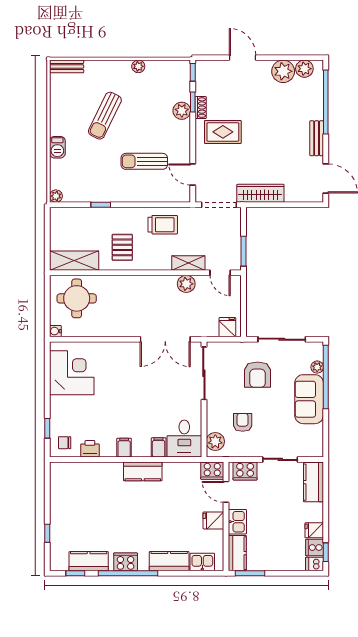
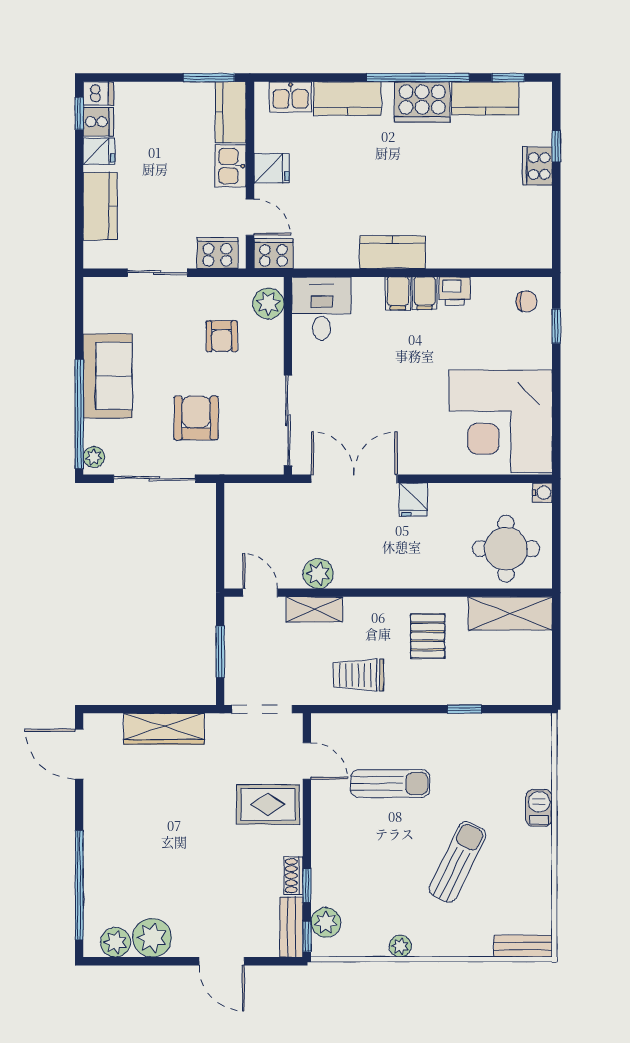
plant: (182, 111) -> (326, 922), moved
rug: (223, 132) -> (268, 804), moved
bench: (317, 138) -> (291, 927), moved
wardrobe: (260, 193) -> (164, 729), moved
plant: (56, 196) -> (541, 724), removed
window: (243, 251) -> (220, 652), moved
fridge: (227, 327) -> (413, 499), moved
plant: (317, 367) -> (94, 457), moved
corner desk: (72, 373) -> (501, 421), width x1.36, depth x1.36
filing cabinet: (159, 447) -> (398, 293), moved
printer: (90, 449) -> (455, 291), moved
kitchen counter: (313, 482) -> (100, 206), moved
cooker: (58, 522) -> (537, 166), added
cooker: (126, 562) -> (422, 102), width x1.37, depth x1.31

